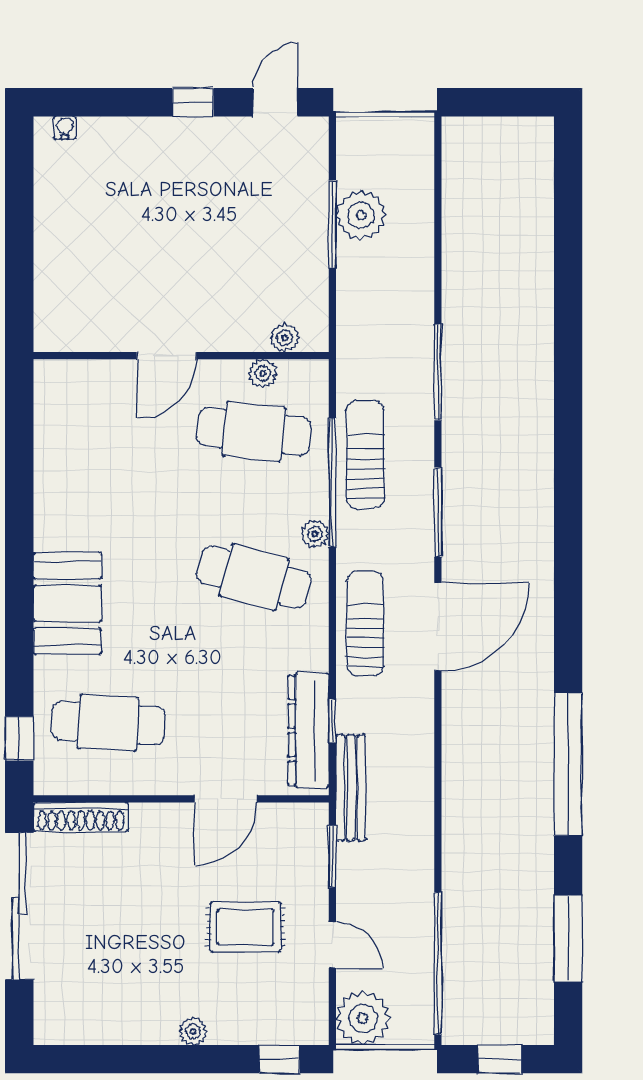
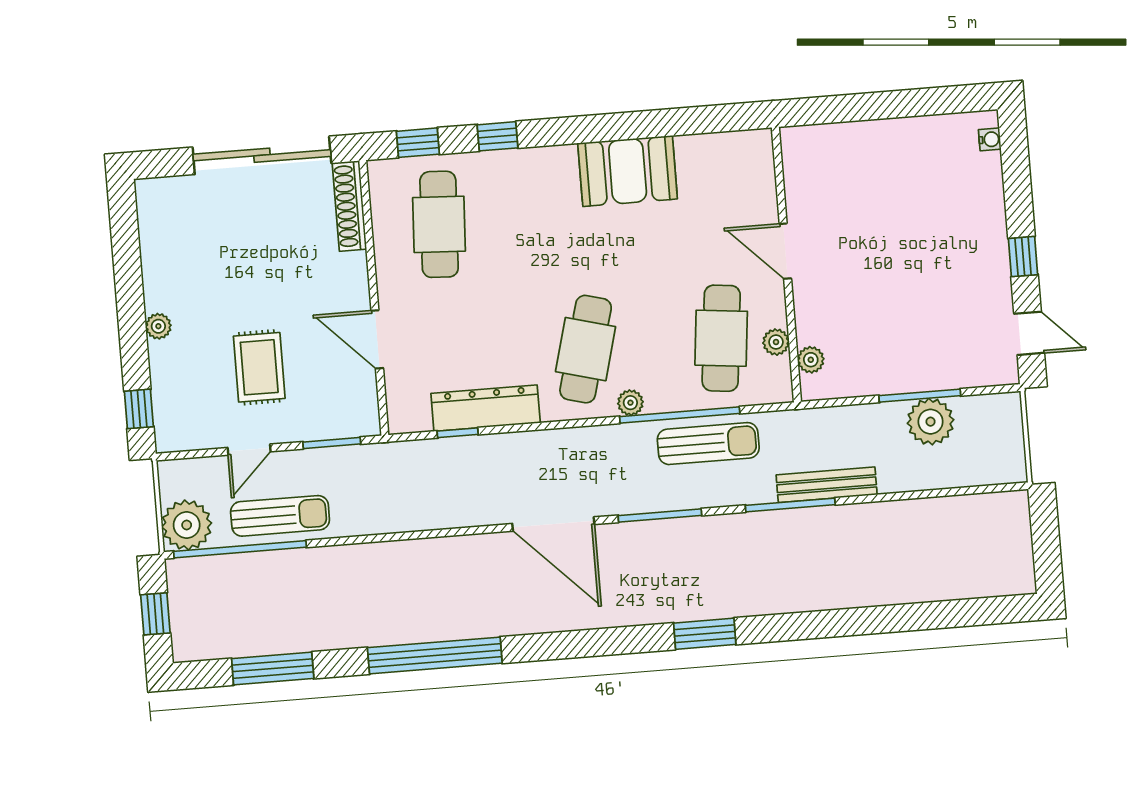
window: (568, 474) -> (705, 634), added
booth: (67, 603) -> (628, 171), moved
sun lounger: (365, 624) -> (280, 516), moved
window: (19, 653) -> (498, 136), added
dresser: (308, 730) -> (486, 408), moved
bench: (351, 788) -> (827, 485), moved
plant: (363, 1018) -> (187, 525), moved

